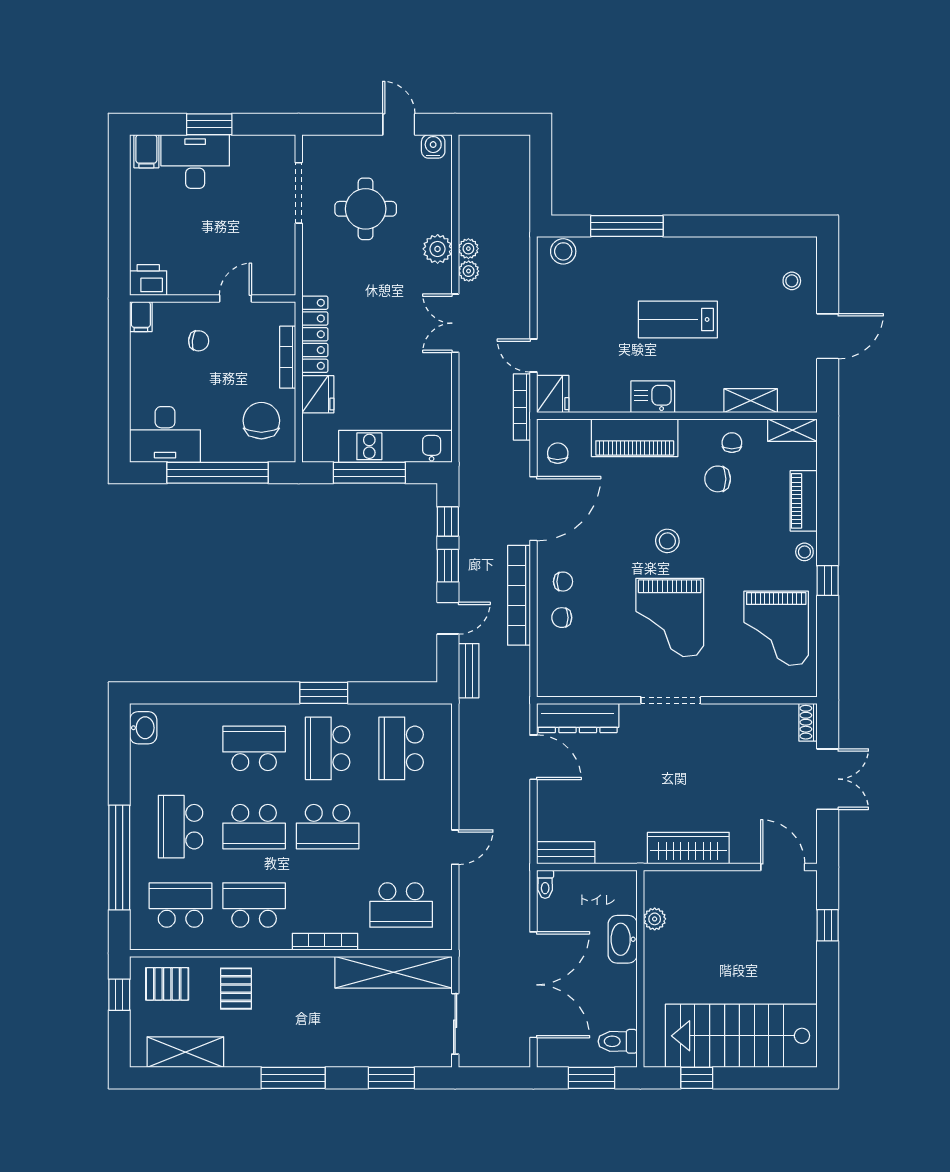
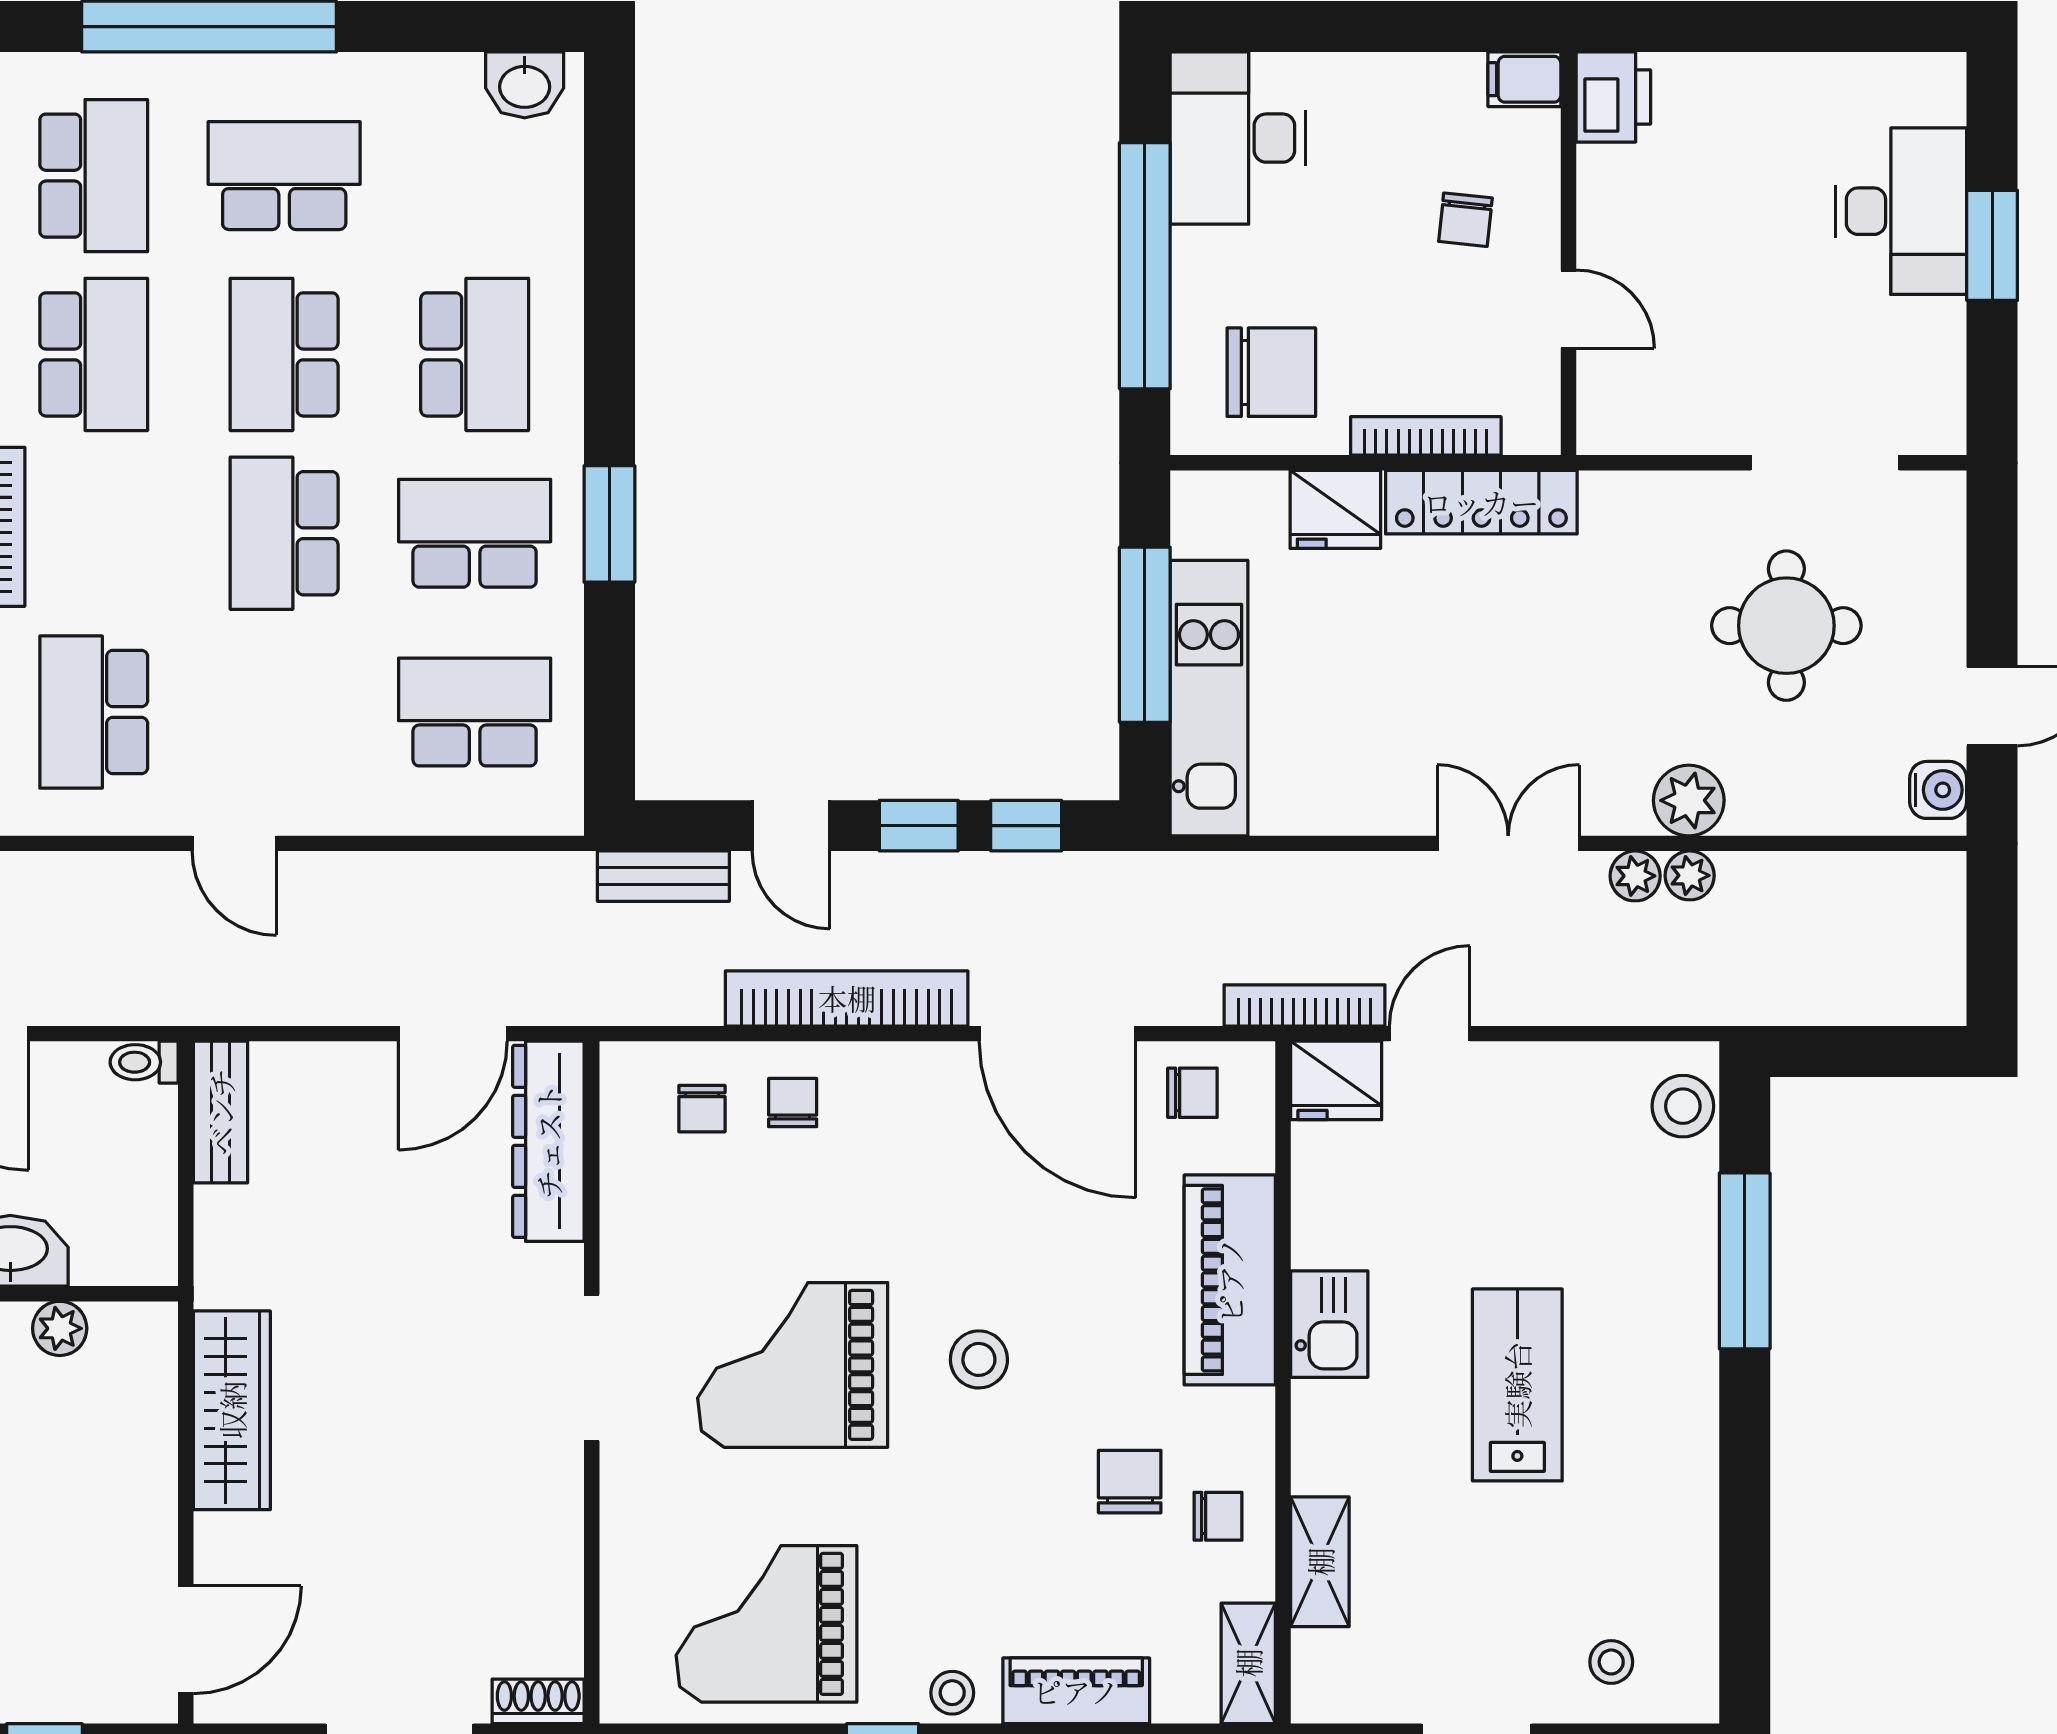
filing cabinet: (146, 151) -> (1926, 93), removed
chair: (563, 582) -> (702, 1109), moved

